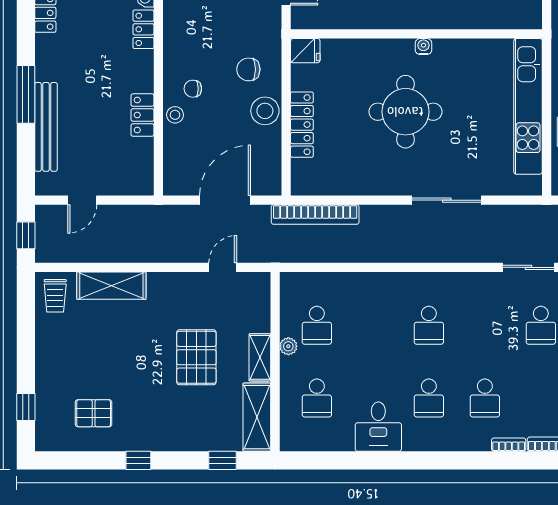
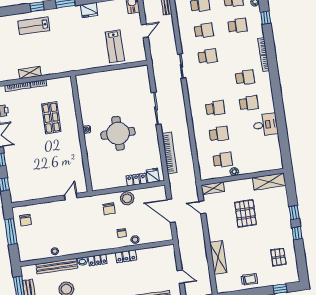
fridge: (305, 51) -> (153, 176), moved
kitchen unit: (528, 106) -> (107, 77), removed
locker: (142, 115) -> (126, 256), moved
locker: (302, 125) -> (136, 180), width x0.66
bookcase: (315, 214) -> (169, 153), moved
trolley: (55, 296) -> (249, 279), moved
pallet: (196, 357) -> (246, 213), turned 90
shelving: (260, 357) -> (213, 188), moved
school desk: (317, 398) -> (219, 134), moved
window: (223, 460) -> (294, 213), moved

